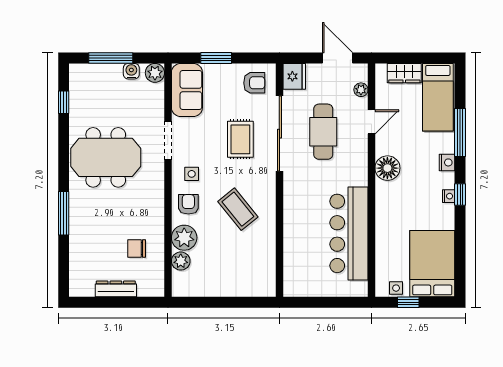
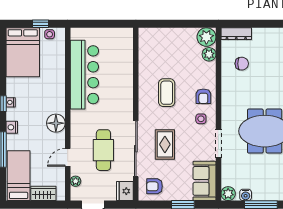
coffee table: (238, 209) -> (167, 93), turned 39
plant: (184, 238) -> (206, 37), moved
dresser: (116, 289) -> (236, 34), moved

